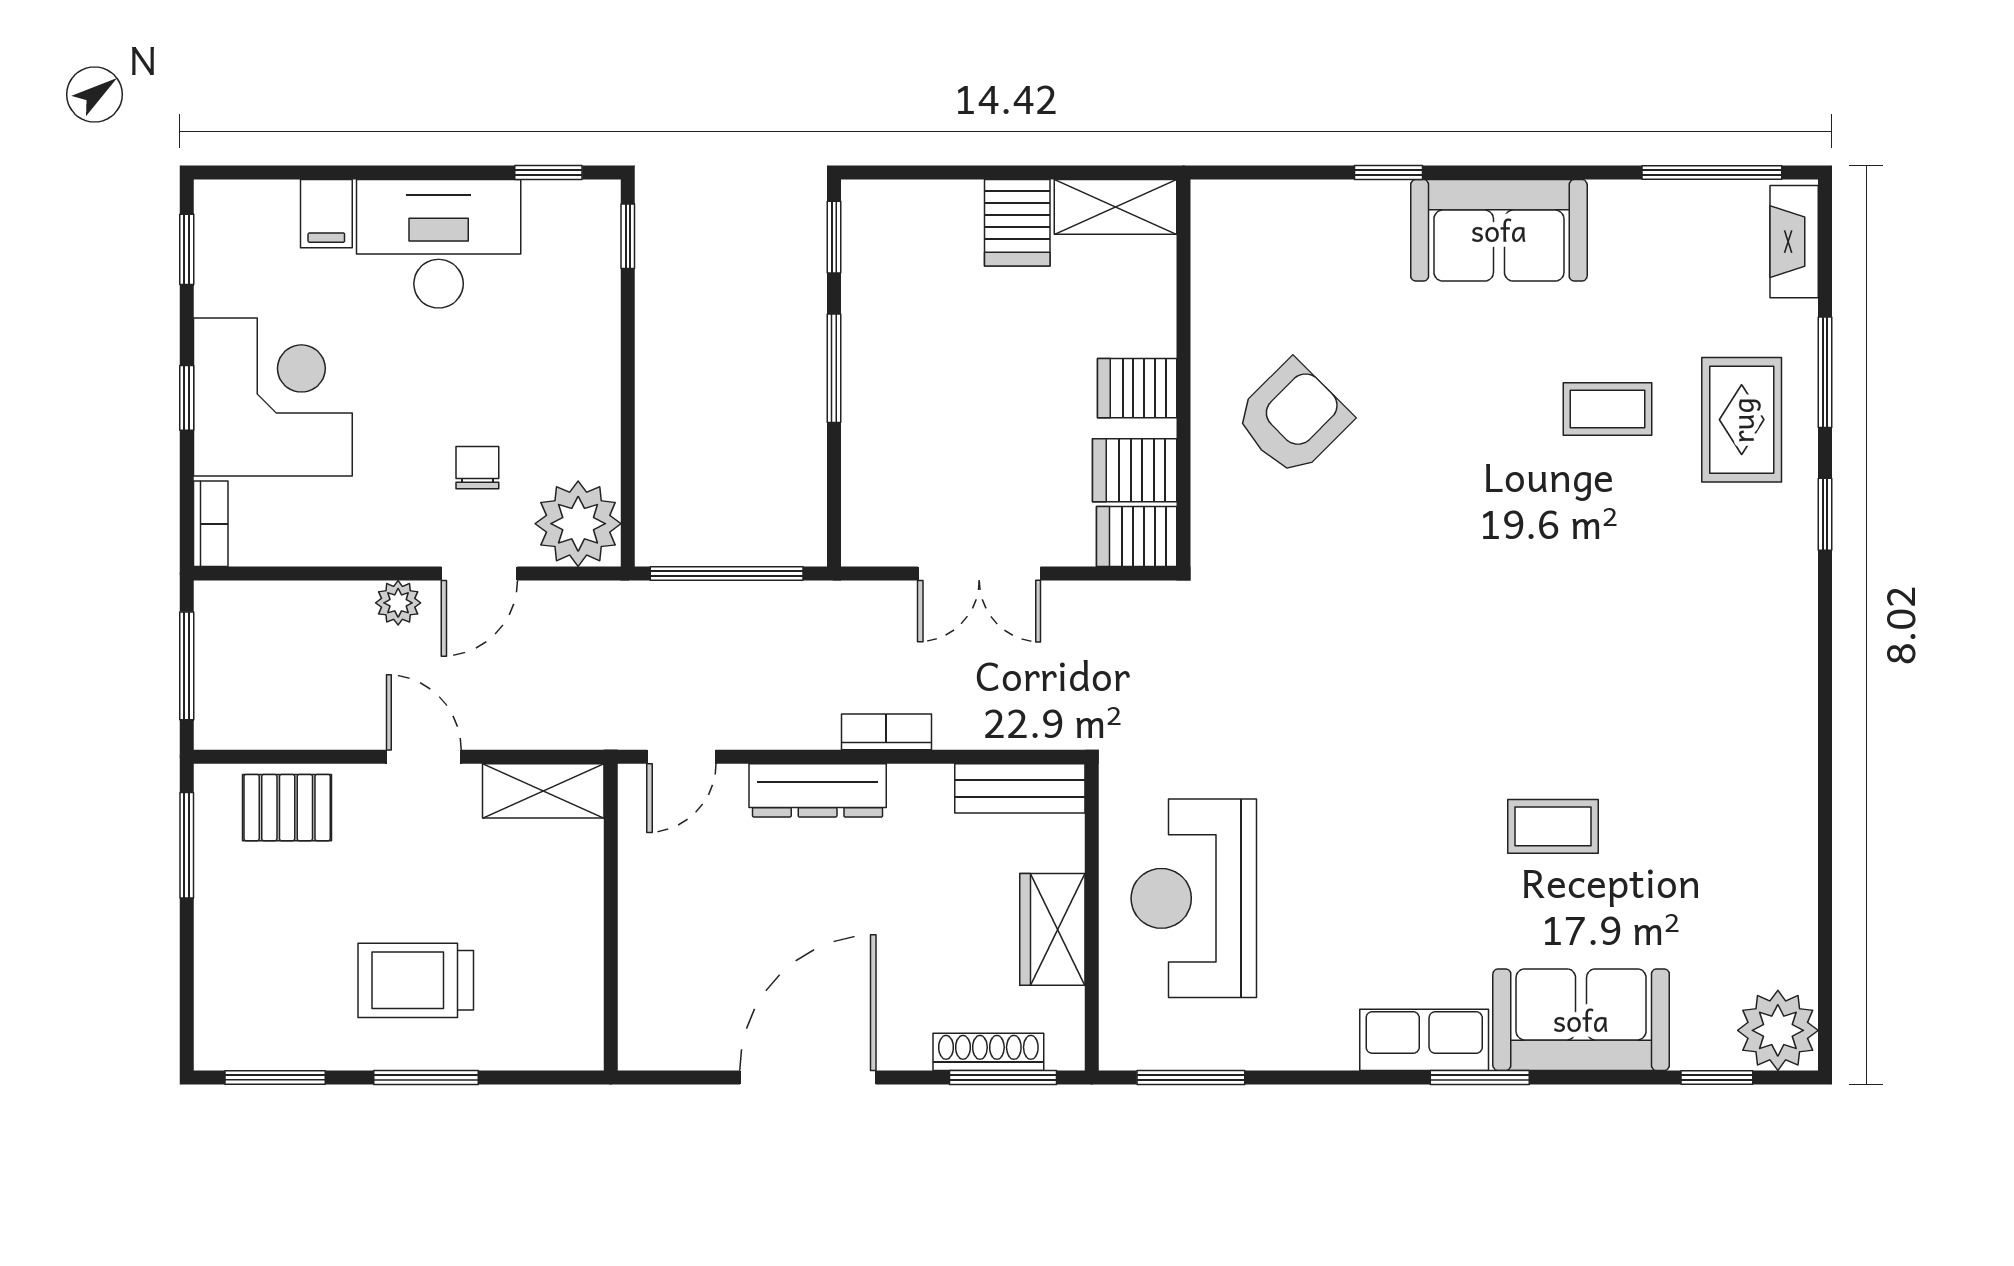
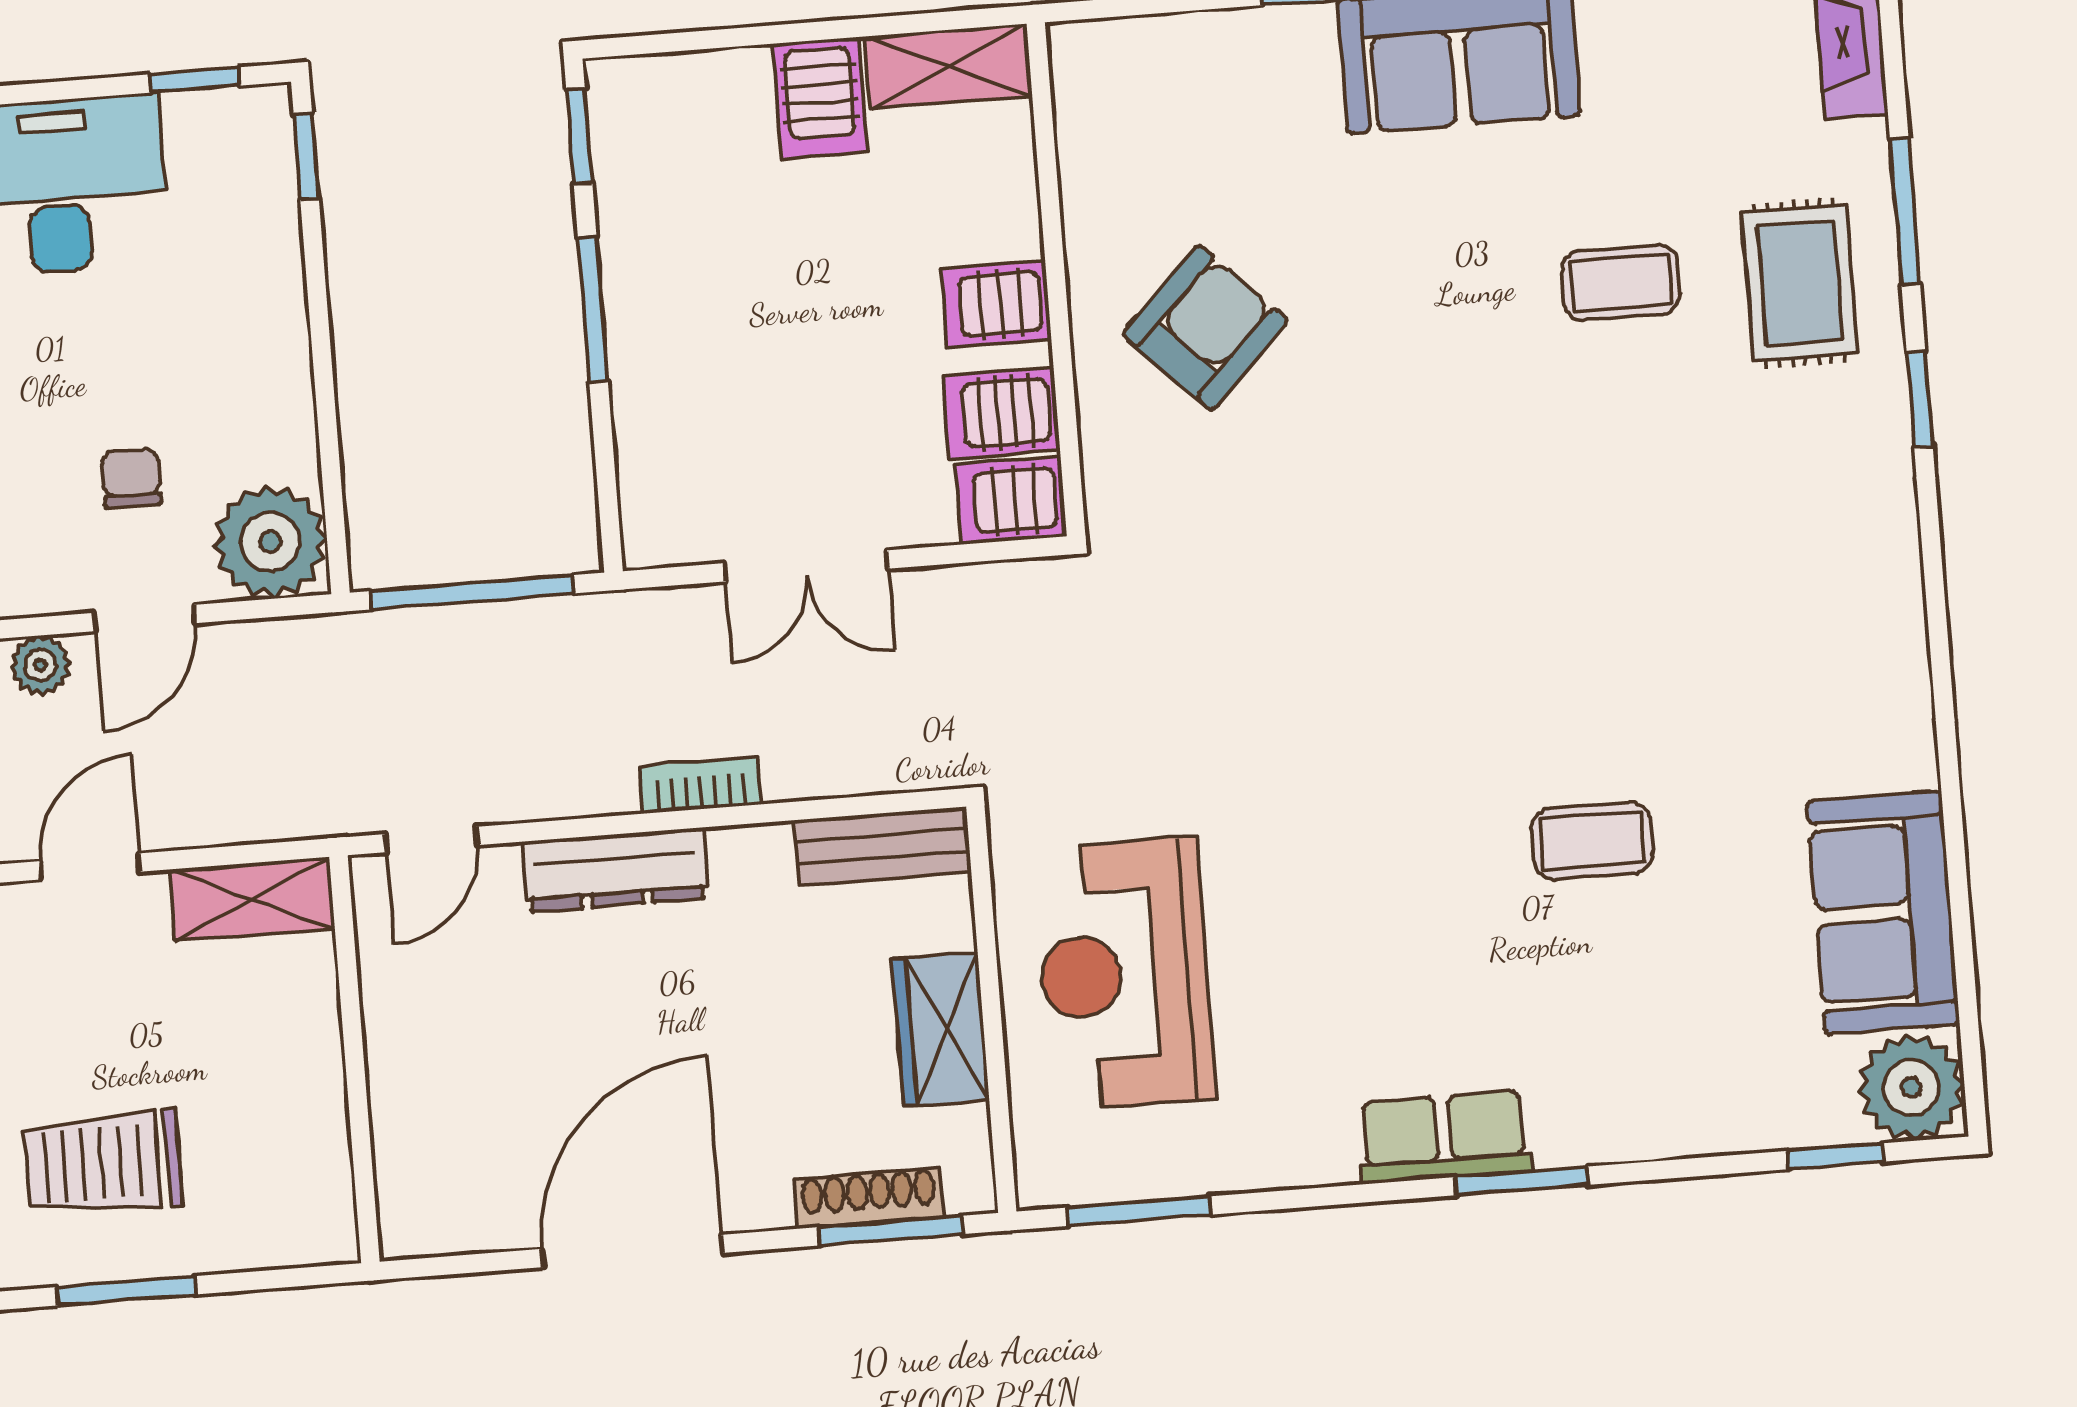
door: (424, 757) -> (90, 866), hinge flipped
sofa: (1581, 1020) -> (1883, 913), moved, turned -90

